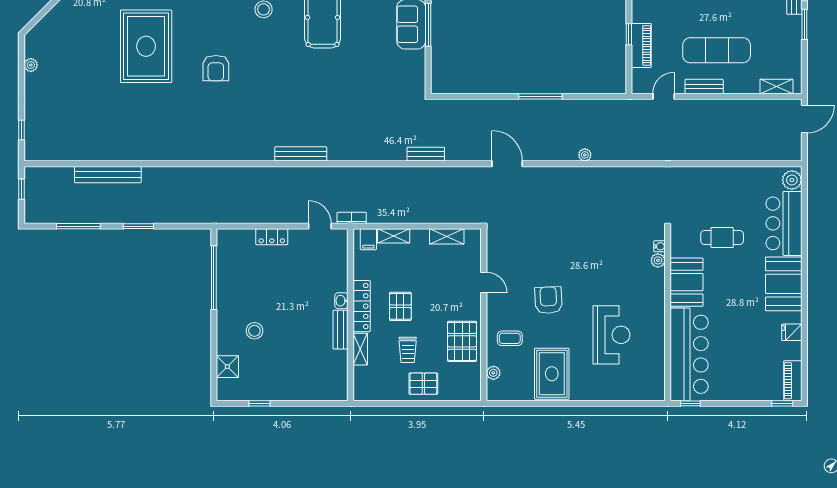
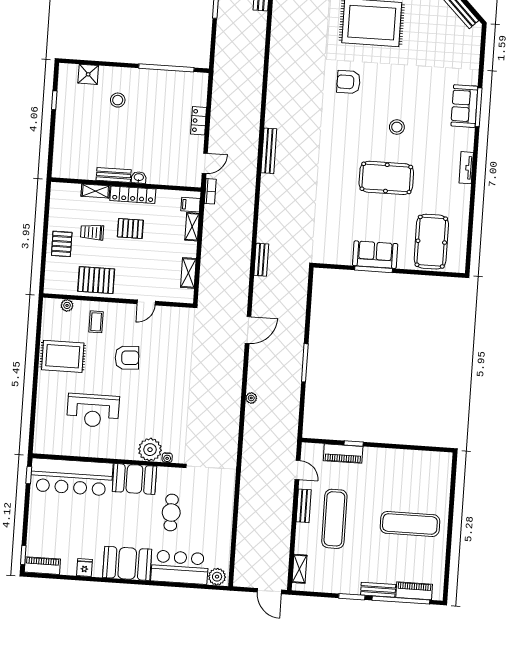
plant: (658, 260) -> (150, 450), width x1.88, depth x1.88

